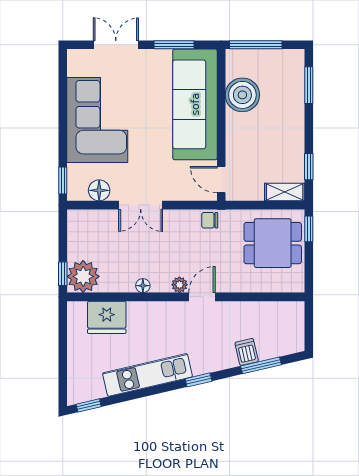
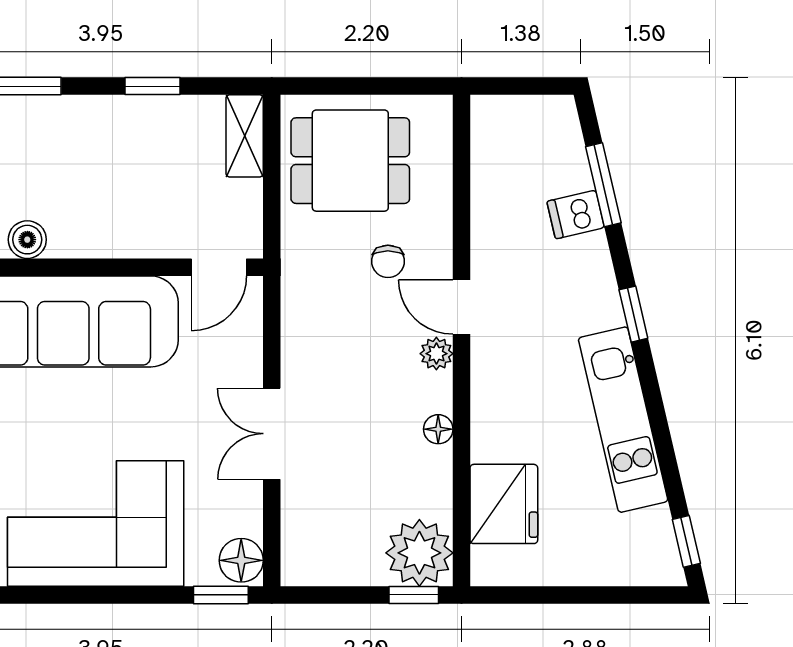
boiler: (242, 95) -> (27, 240), width x0.54, depth x0.54
window: (309, 167) -> (152, 86), moved
floor lamp: (99, 190) -> (241, 560), moved
double door: (141, 205) -> (272, 434), swing flipped
chair: (210, 220) -> (388, 261), moved
window: (309, 229) -> (321, 86), removed
dining table: (273, 243) -> (350, 161), turned 90

